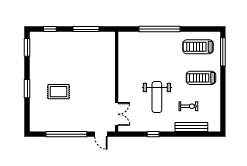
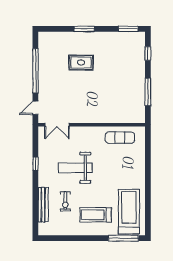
window: (159, 29) -> (148, 170), removed
treadmill: (198, 47) -> (129, 212), width x1.37, depth x1.38
exercise mat: (129, 55) -> (120, 138), added
treadmill: (201, 78) -> (96, 215), turned -90
rug: (58, 92) -> (81, 63), turned 90

